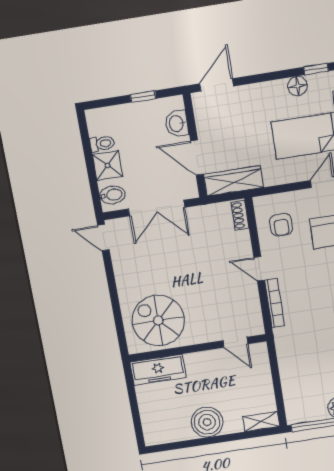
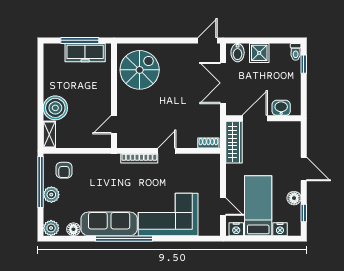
door: (217, 85) -> (304, 169), moved
window: (143, 97) -> (304, 64), moved
toilet: (102, 144) -> (296, 52), moved
armchair: (281, 225) -> (64, 170), moved, turned -90
freezer: (158, 370) -> (85, 53), moved, turned -90
window: (133, 402) -> (80, 40), added
boiler: (207, 422) -> (55, 108), moved

